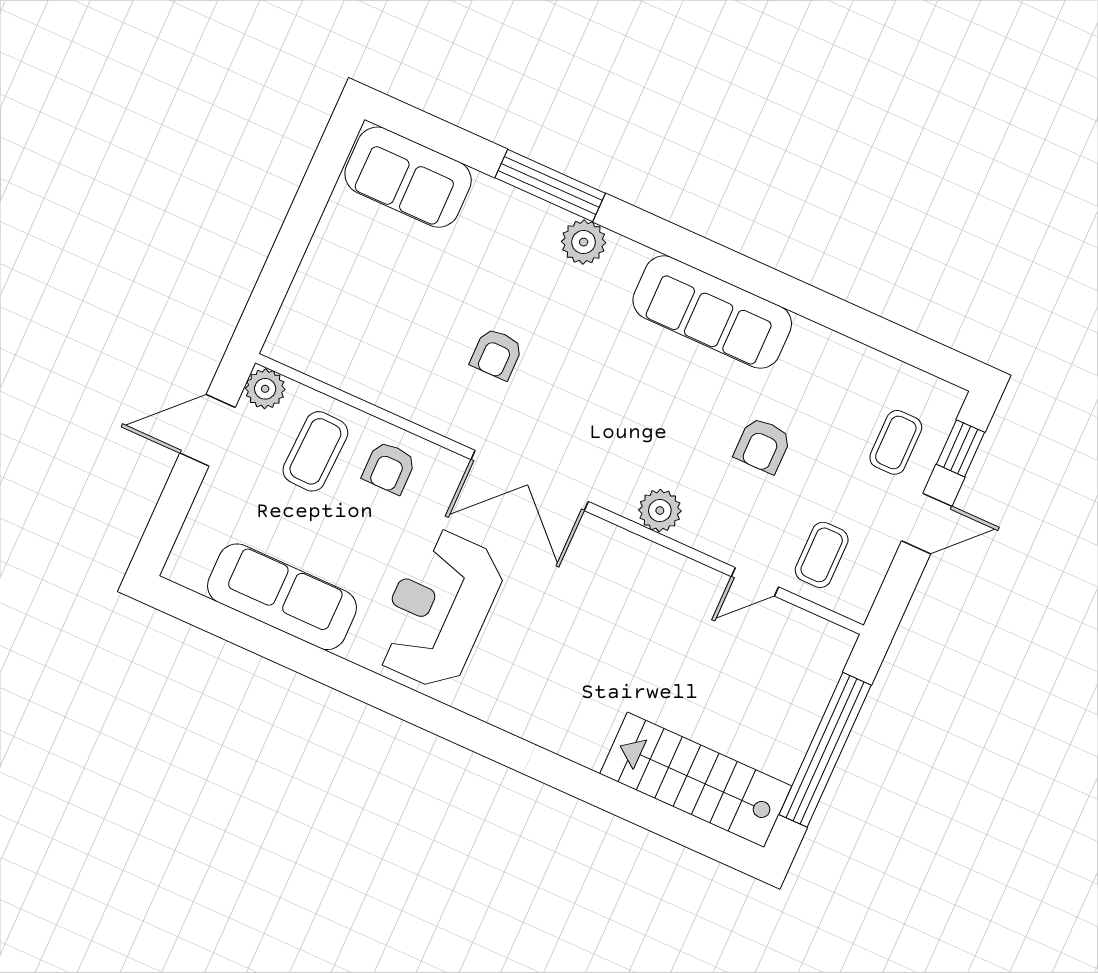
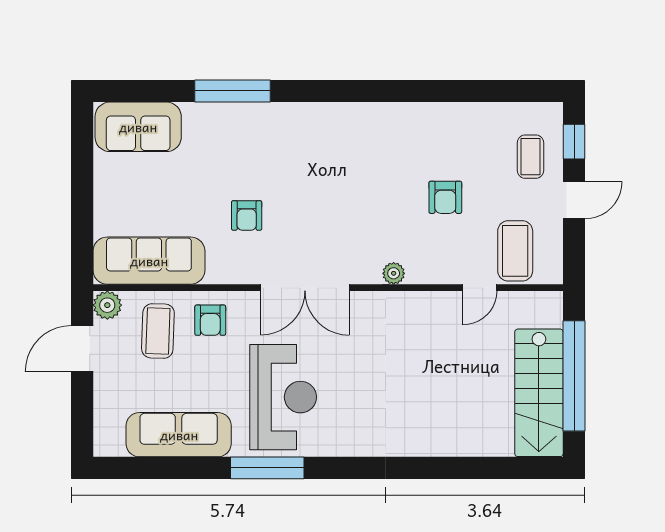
plant: (584, 242) -> (270, 118), removed
sofa: (712, 312) -> (149, 261), moved, turned 180
plant: (660, 511) -> (394, 273), width x0.73, depth x0.73
coffee table: (822, 555) -> (515, 251), width x1.36, depth x1.30
reception desk: (438, 609) -> (283, 397), turned 180
window: (377, 691) -> (267, 468), added
stairs: (696, 780) -> (539, 393), moved, turned -90

